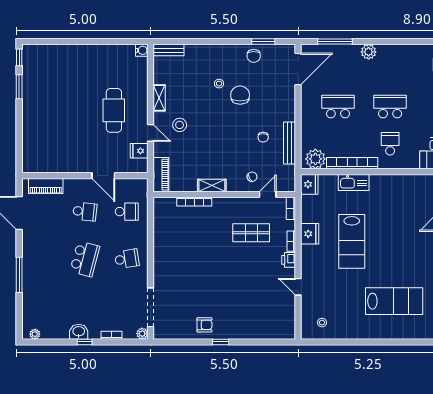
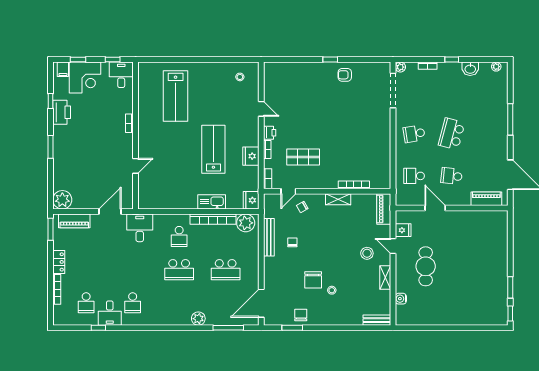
water cooler: (142, 50) -> (401, 299), moved
lab bench: (394, 301) -> (176, 96), turned -90
washbasin: (79, 332) -> (470, 69), moved

